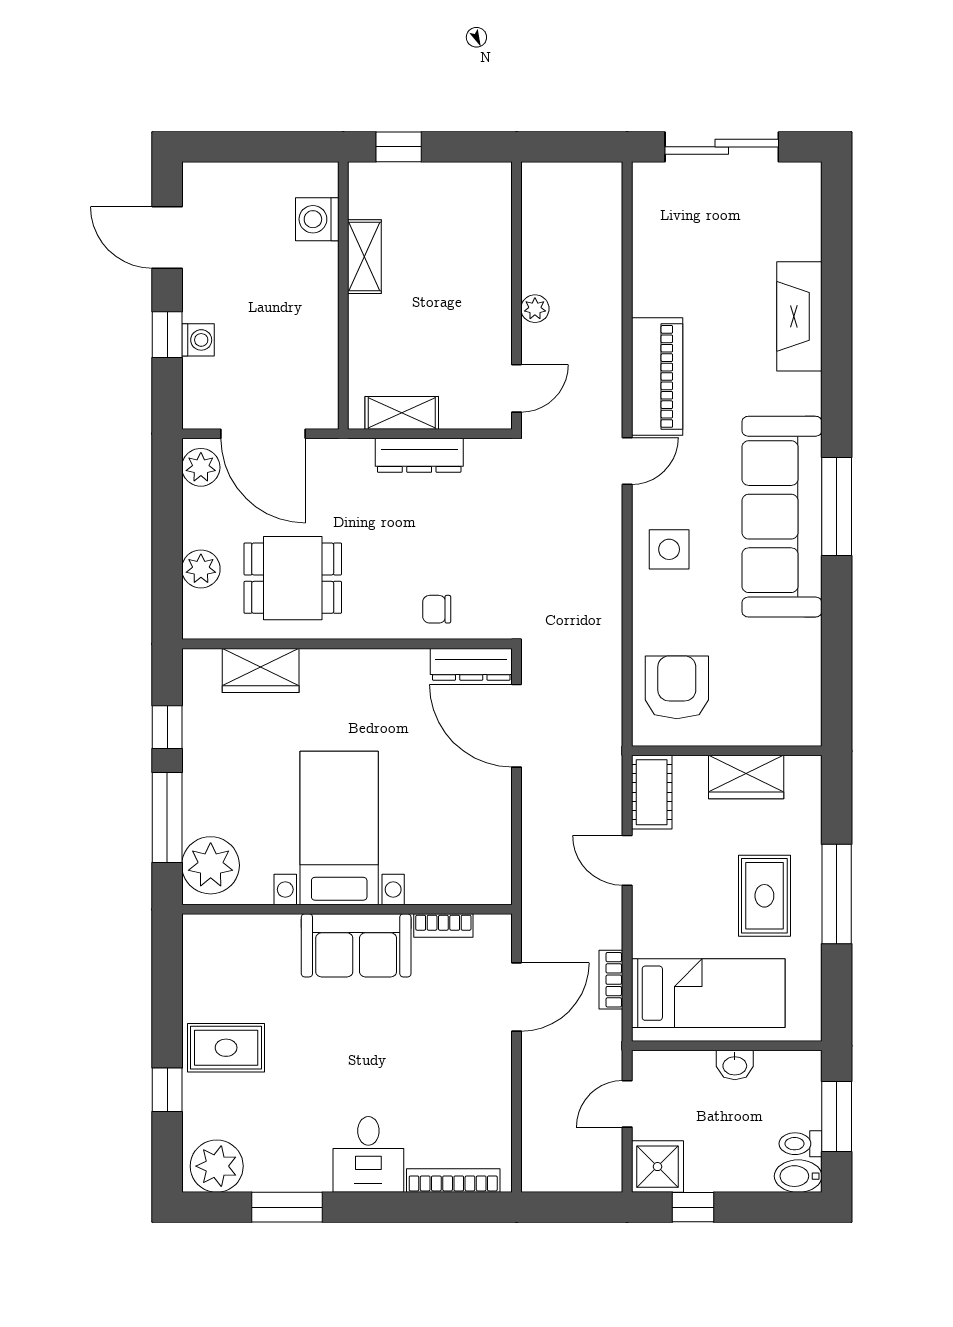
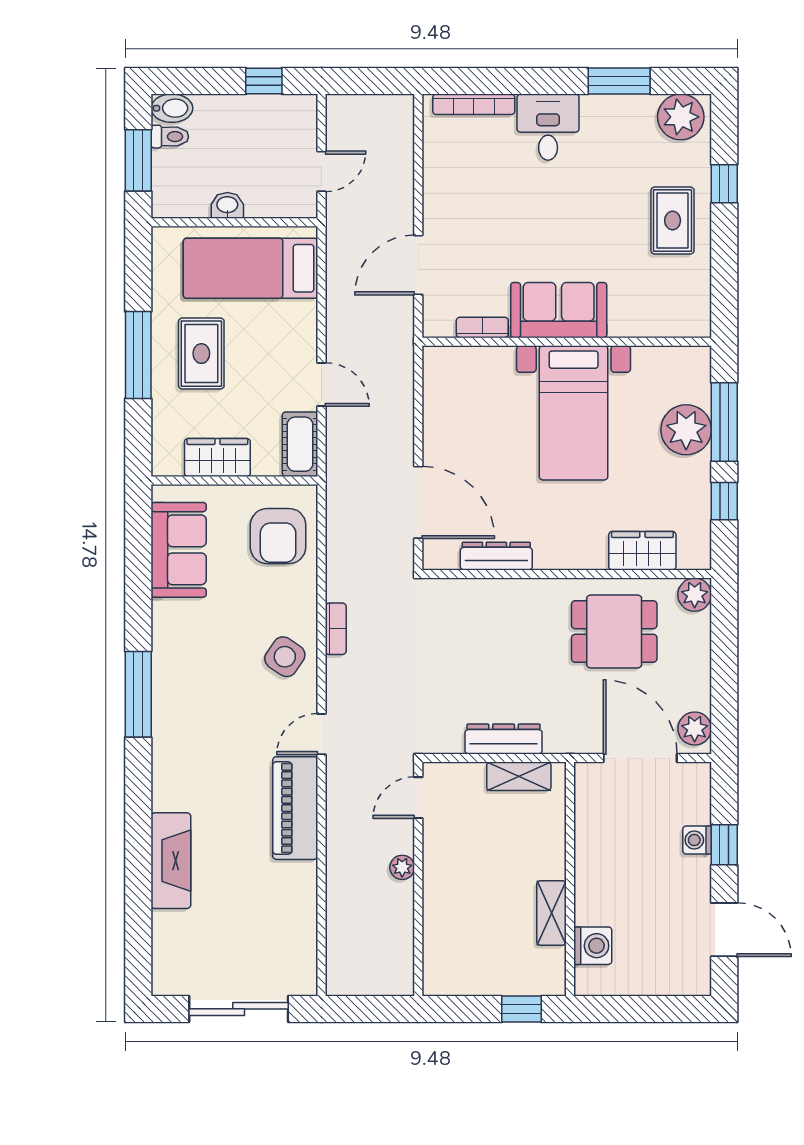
sofa: (782, 517) -> (179, 550), moved, width x0.54, depth x0.79
side table: (669, 549) -> (285, 657), turned 34
plant: (201, 569) -> (695, 595), moved
chair: (437, 609) -> (488, 604), removed
dresser: (471, 664) -> (496, 556), moved
plant: (211, 865) -> (686, 430), moved
bookcase: (611, 980) -> (336, 629), moved
rug: (226, 1048) -> (673, 221), turned 90
shower: (657, 1167) -> (295, 116), removed

